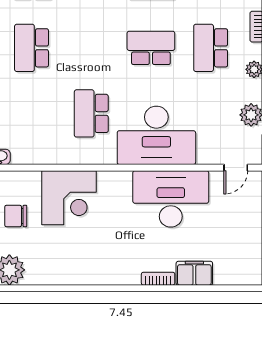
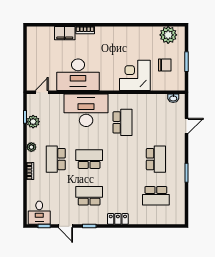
school desk: (151, 48) -> (89, 159), turned 180
school desk: (211, 48) -> (56, 159), turned 180

